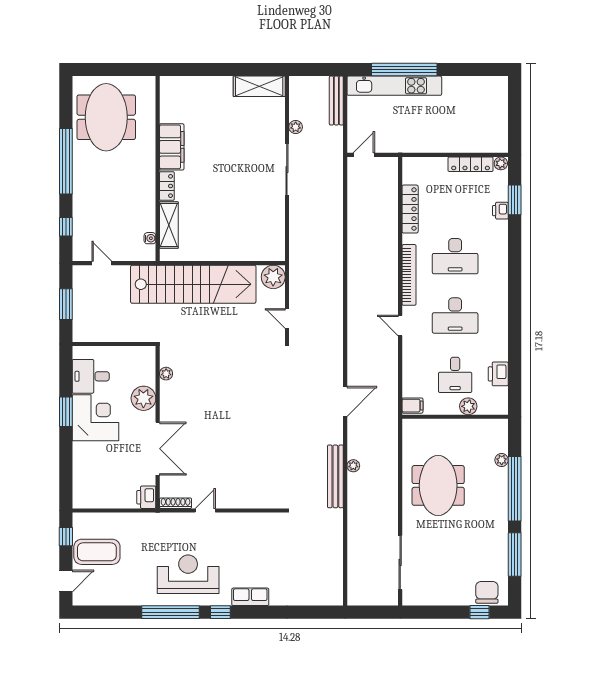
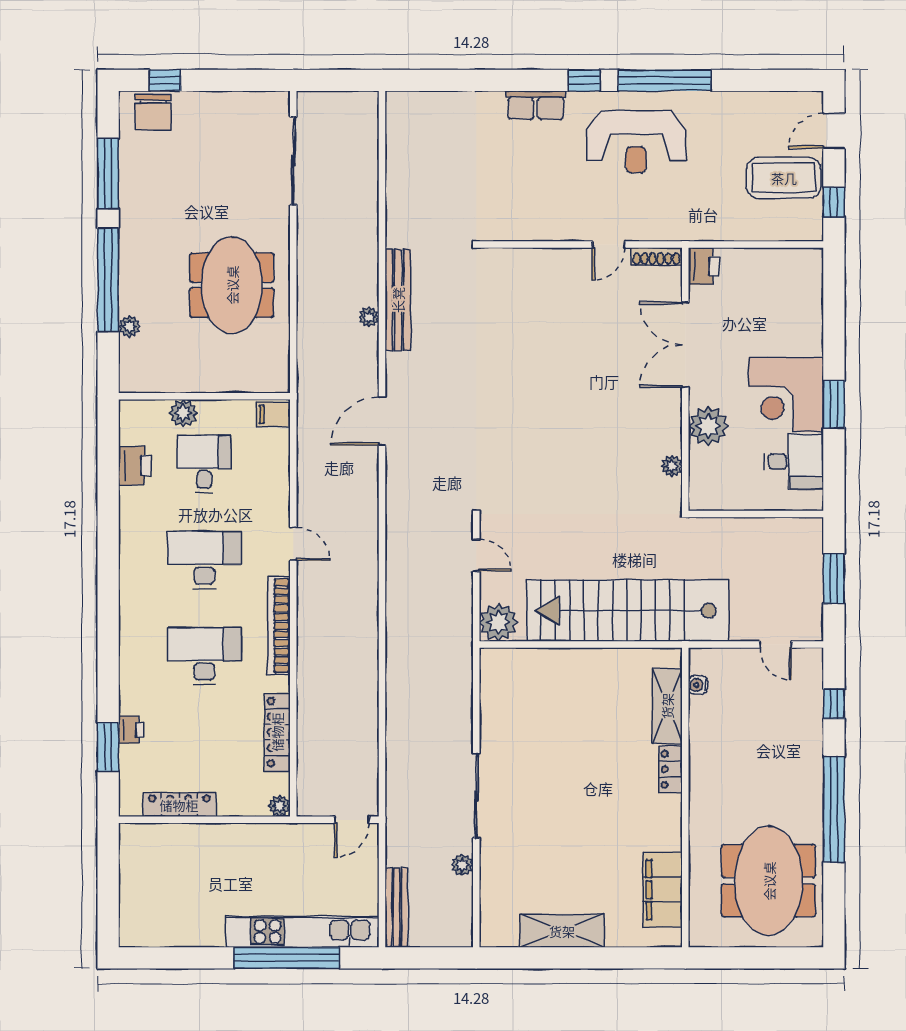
shelving: (259, 86) -> (562, 931), moved
filing cabinet: (172, 147) -> (663, 890), moved
plant: (501, 163) -> (279, 806), moved

